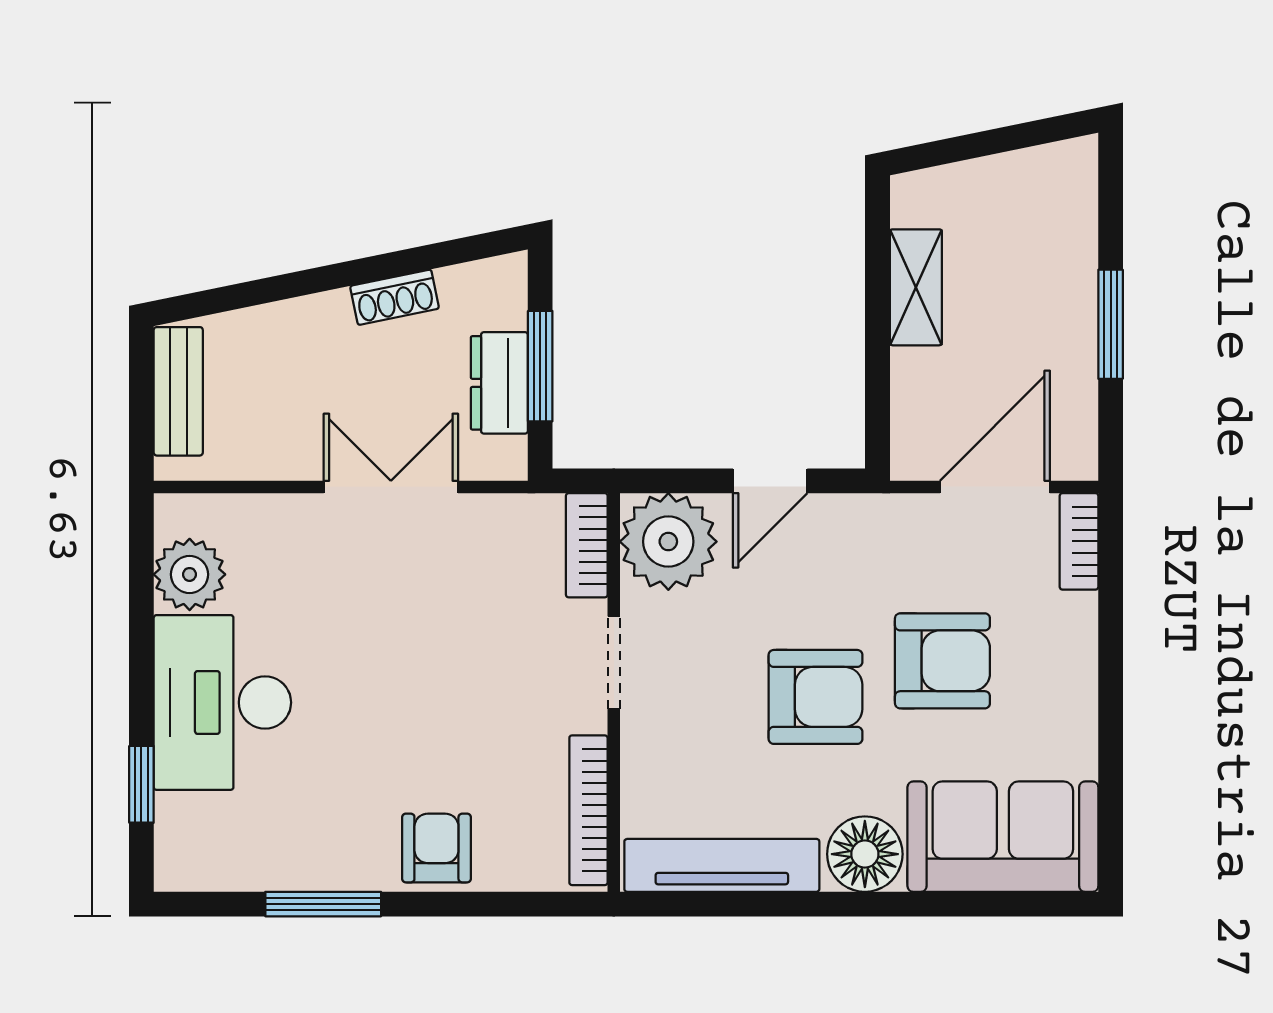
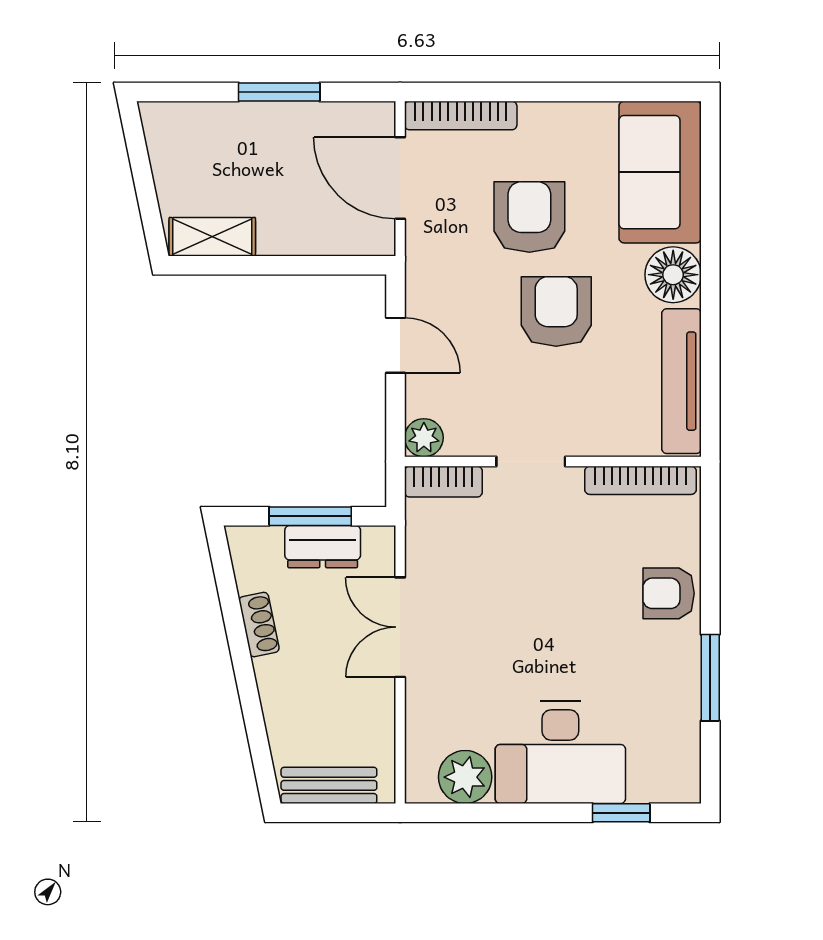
shelving: (916, 287) -> (212, 237), moved
bookcase: (1079, 541) -> (461, 115), width x1.56
plant: (668, 542) -> (424, 438), width x0.53, depth x0.53

